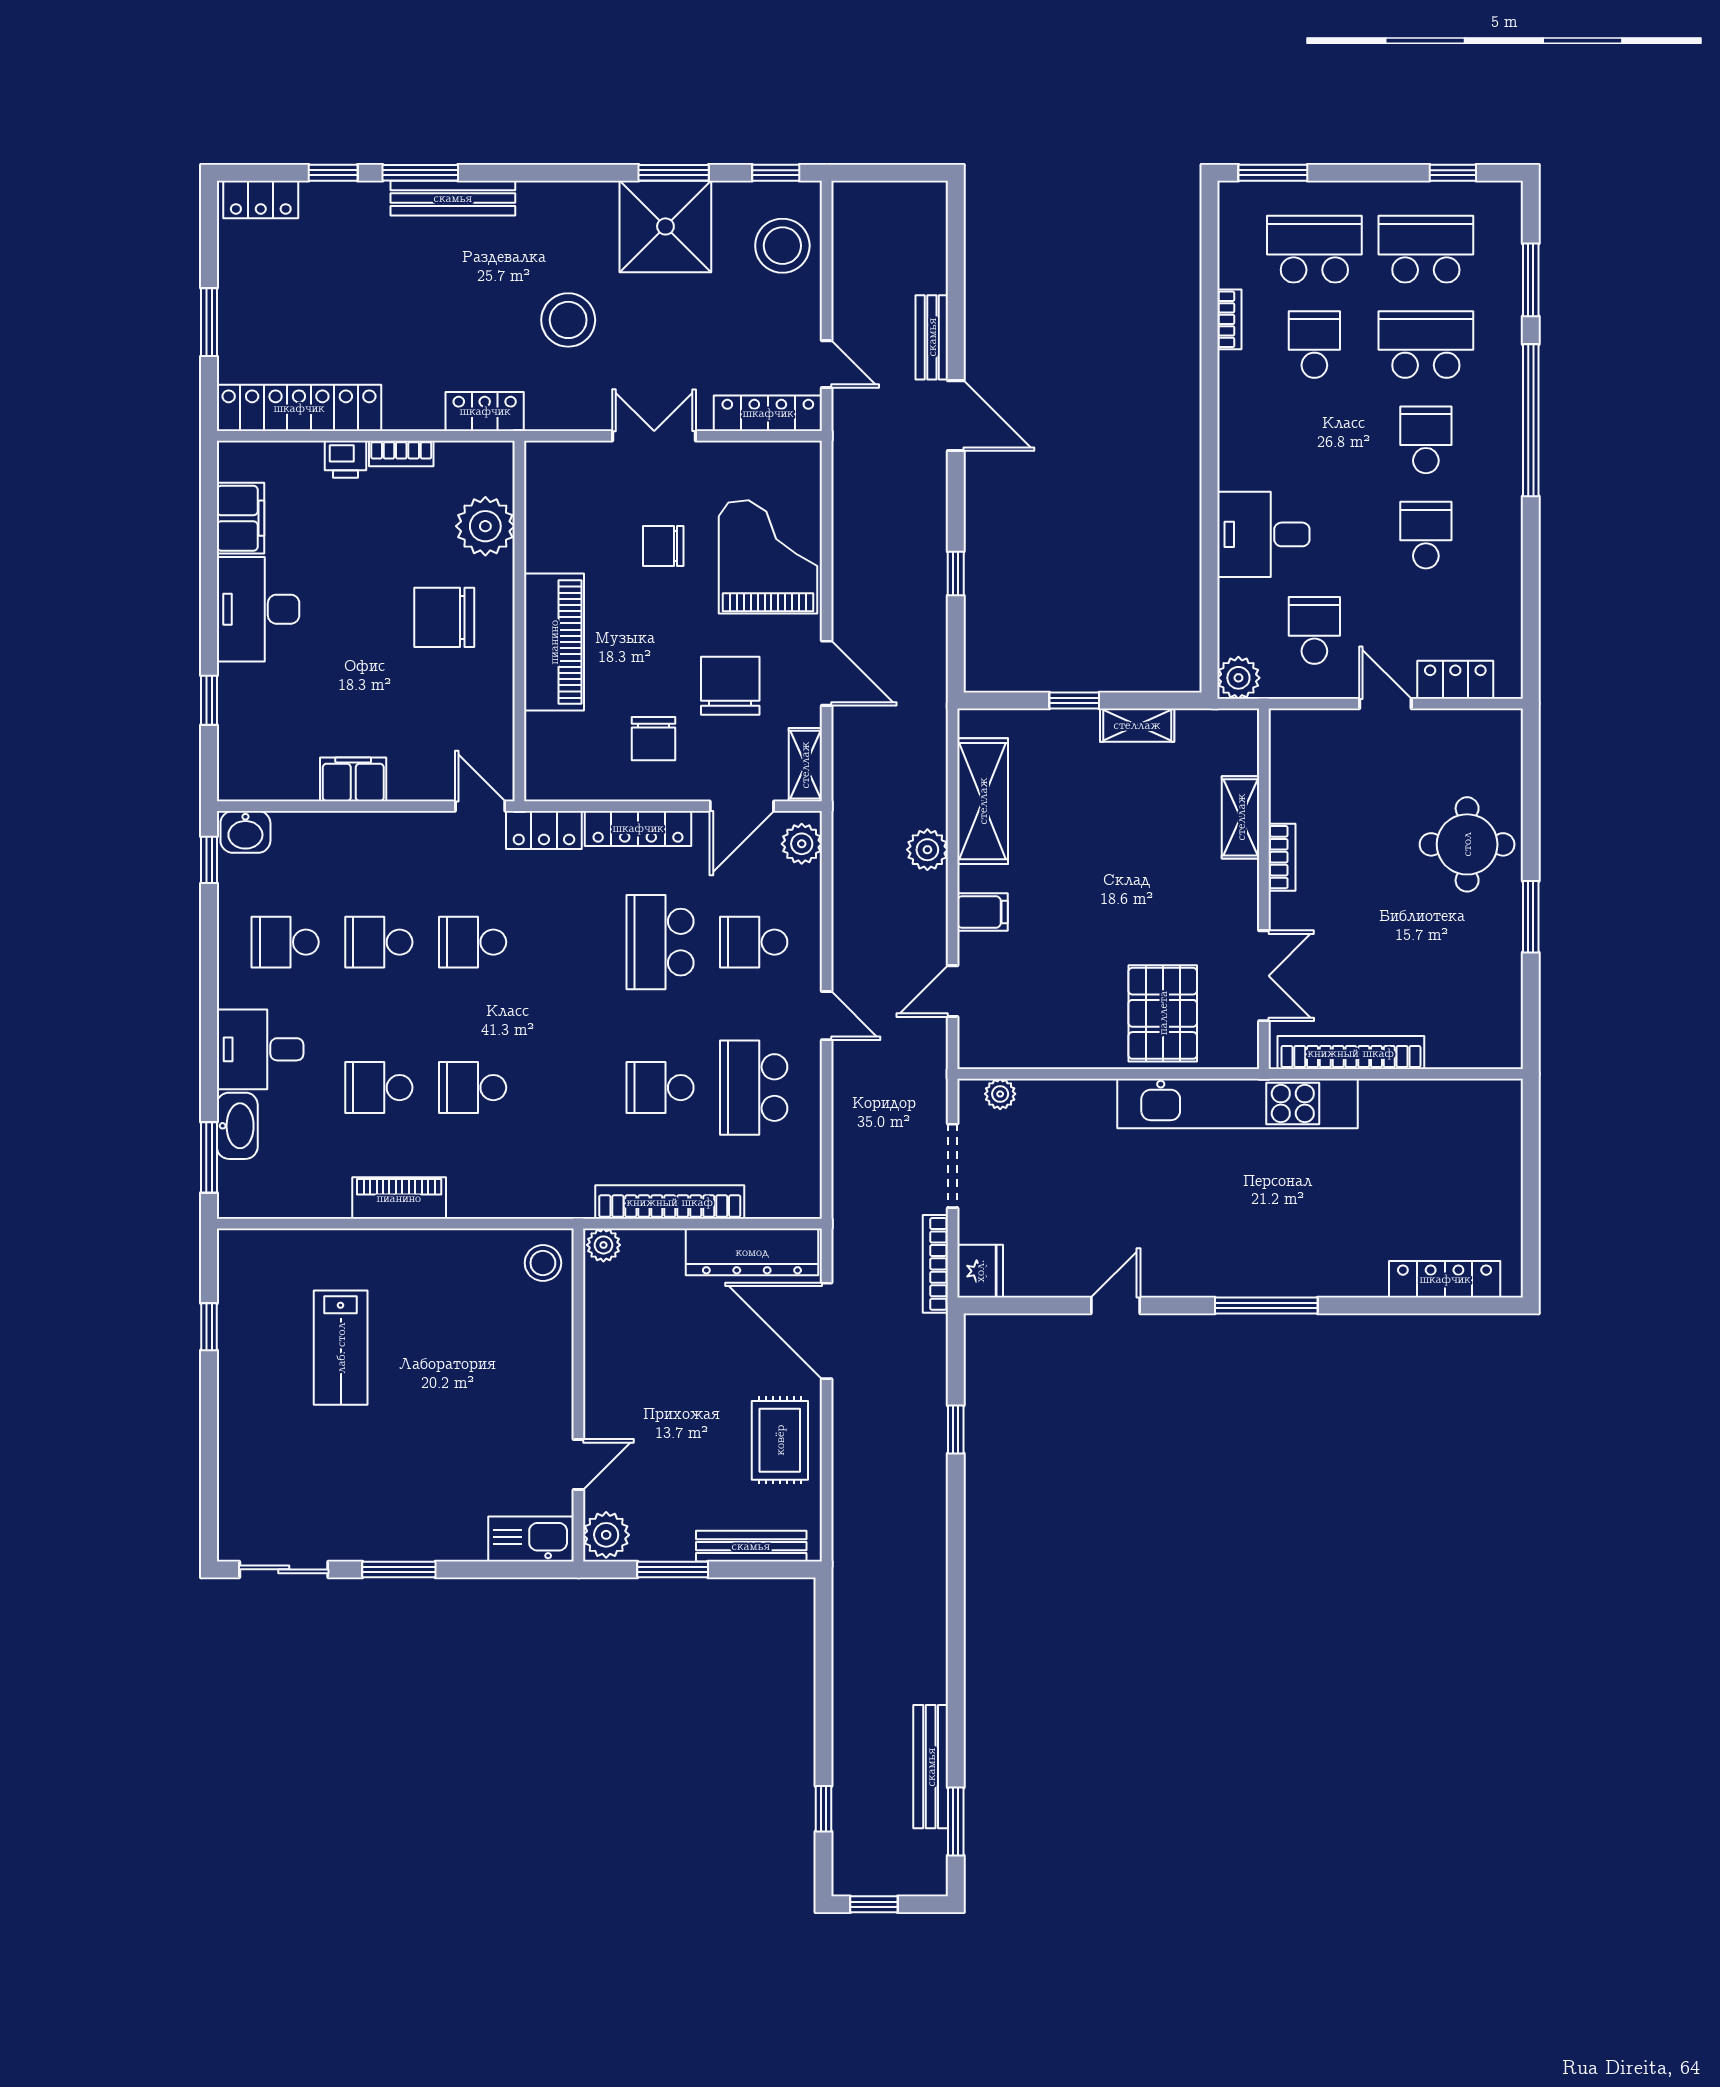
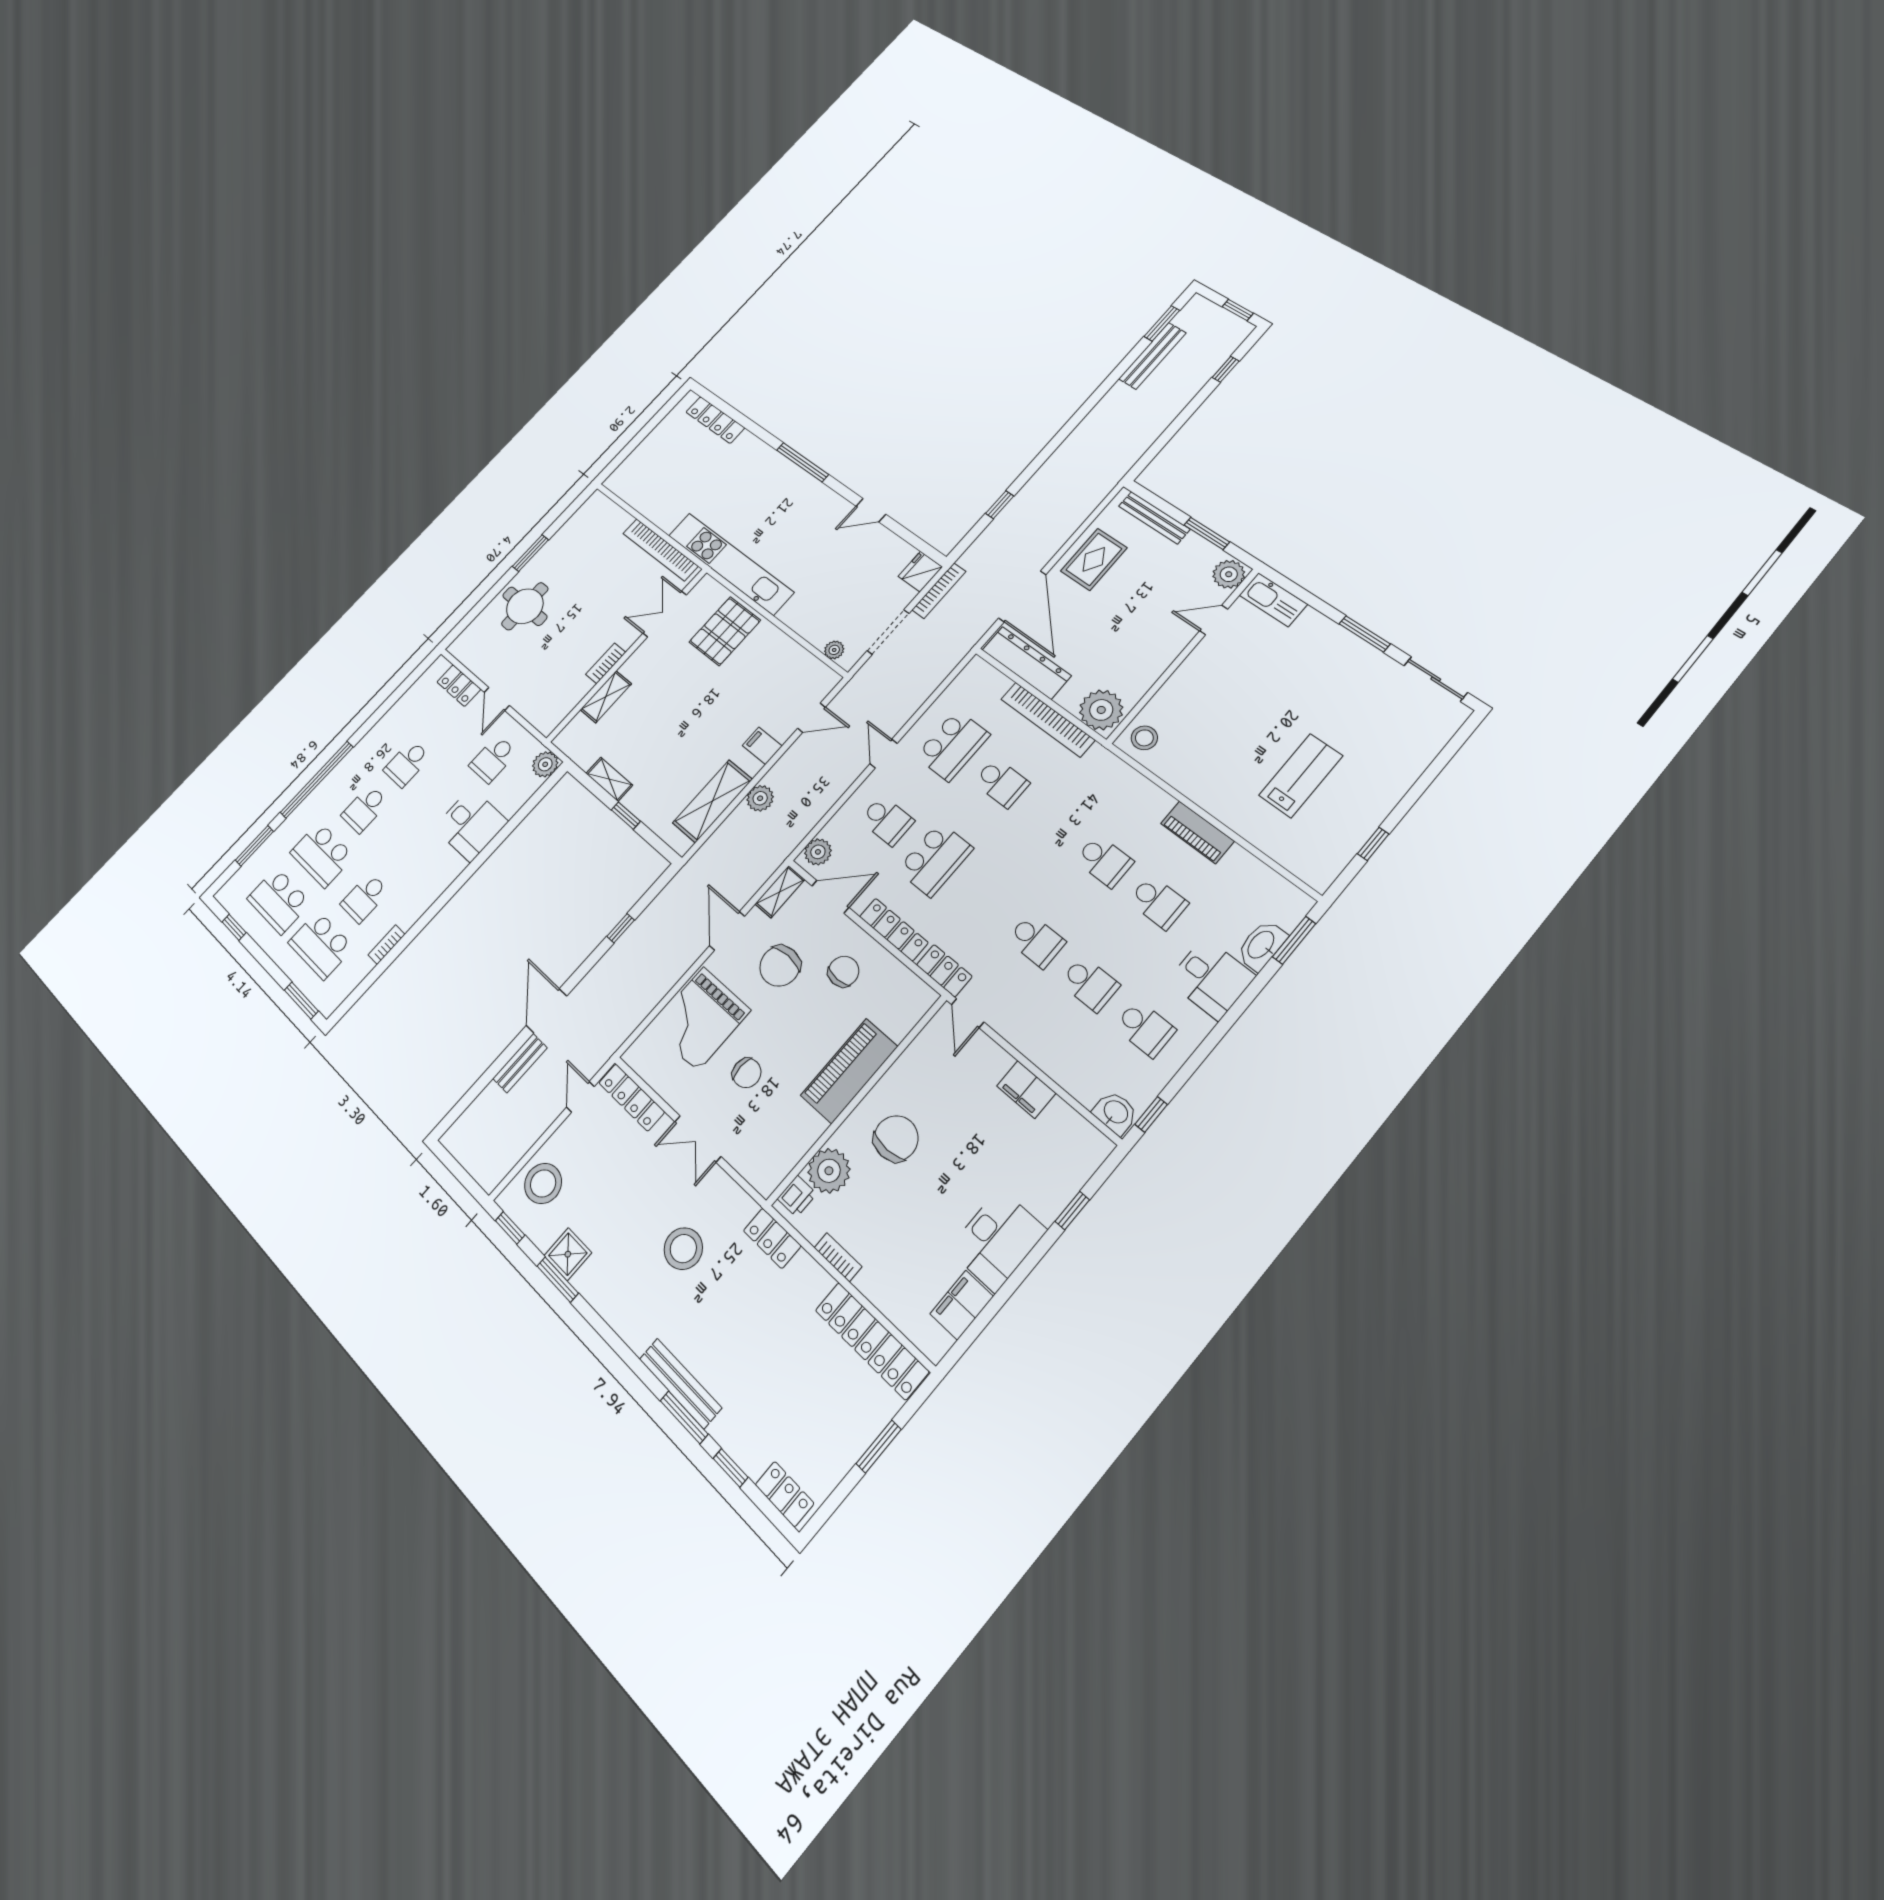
shower: (665, 226) -> (568, 1254), width x0.54, depth x0.54
printer: (346, 459) -> (797, 1196), moved, turned 90
chair: (444, 617) -> (896, 1138), turned -90
plant: (603, 1245) -> (1101, 710), width x1.87, depth x1.87

